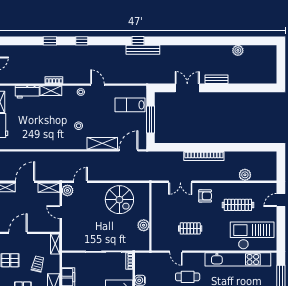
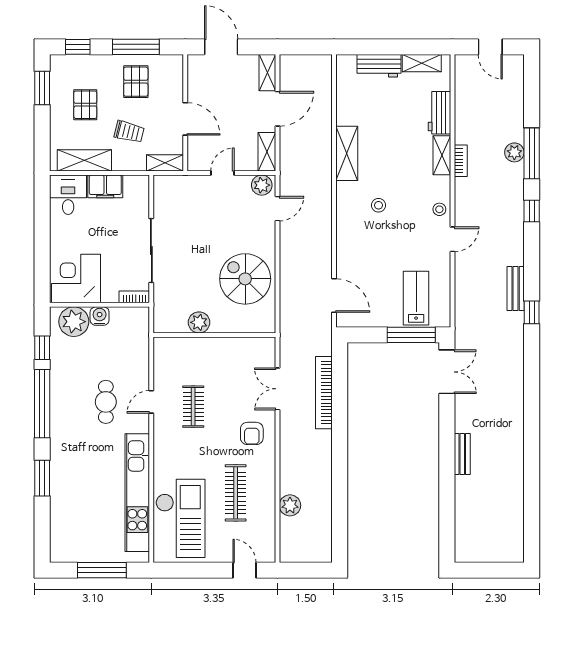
window: (50, 41) -> (532, 153), width x2.17
bench: (143, 50) -> (516, 288), moved, width x0.73
plant: (238, 50) -> (514, 152), moved
double door: (187, 88) -> (447, 372), moved
window: (150, 120) -> (411, 335), moved
shelving: (102, 143) -> (347, 153), moved
bookcase: (204, 156) -> (324, 393), moved
door: (25, 182) -> (277, 109), hinge flipped
door: (80, 182) -> (277, 209), hinge flipped
spiral stairs: (119, 200) -> (245, 279), turned 90
door: (18, 233) -> (185, 119), moved
door: (176, 252) -> (151, 402), moved

